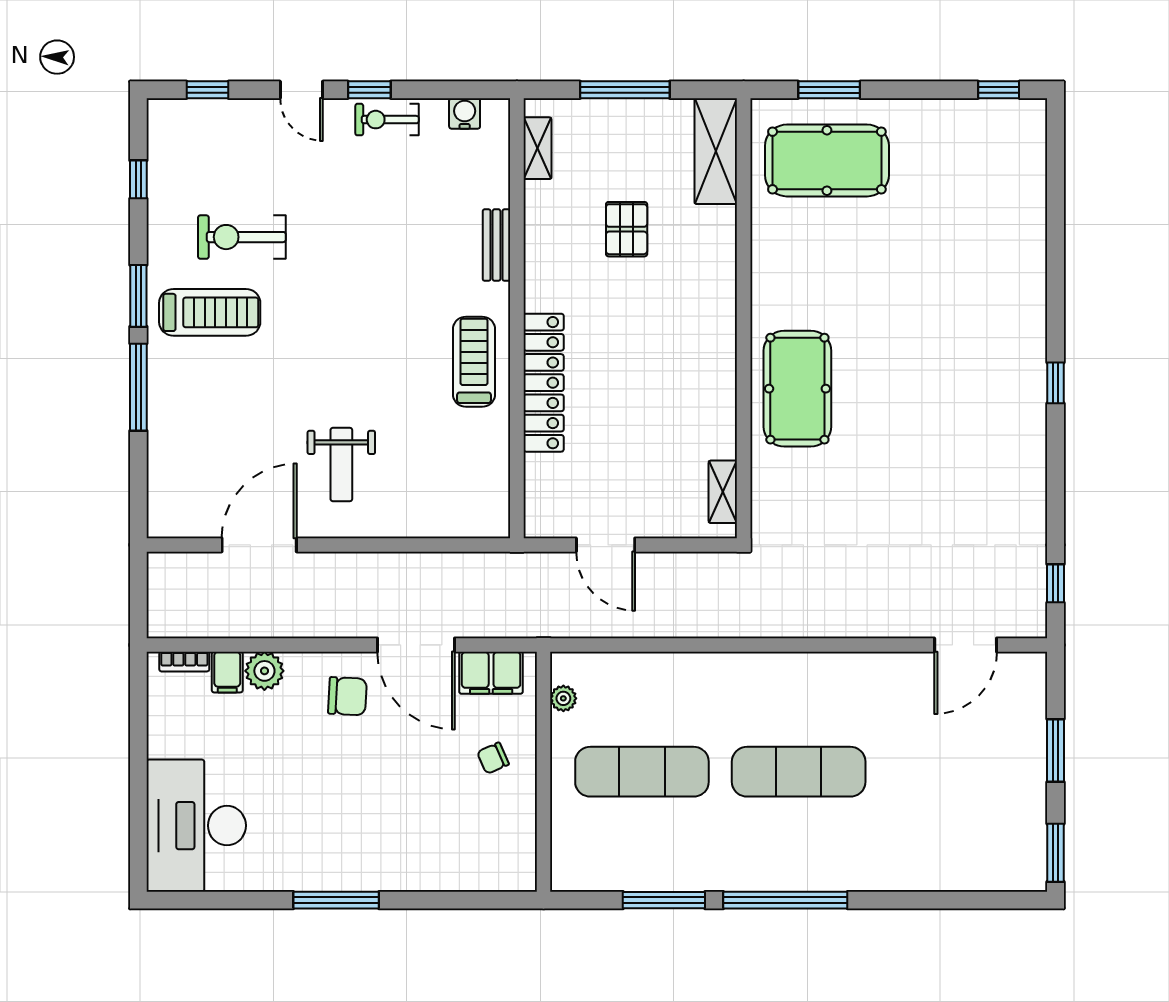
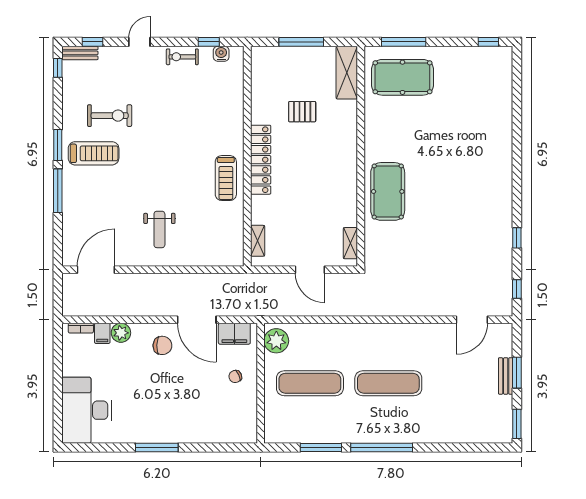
door: (301, 90) -> (139, 42), swing flipped
window: (369, 90) -> (209, 42), moved
window: (829, 90) -> (404, 42), width x1.44
shelving: (538, 148) -> (258, 241), moved
window: (138, 179) -> (58, 68), moved
pallet: (627, 229) -> (302, 112), turned 90
exercise bike: (242, 237) -> (110, 116), turned 180
bench: (496, 245) -> (80, 53), moved, turned 90
treadmill: (474, 362) -> (226, 178), turned 180
locker: (544, 383) -> (261, 160), moved
window: (1055, 383) -> (517, 238), moved
door: (259, 545) -> (96, 270), moved
door: (606, 545) -> (310, 270), moved
plant: (563, 698) -> (276, 341), width x1.87, depth x1.87
bench: (1033, 757) -> (506, 376), added

